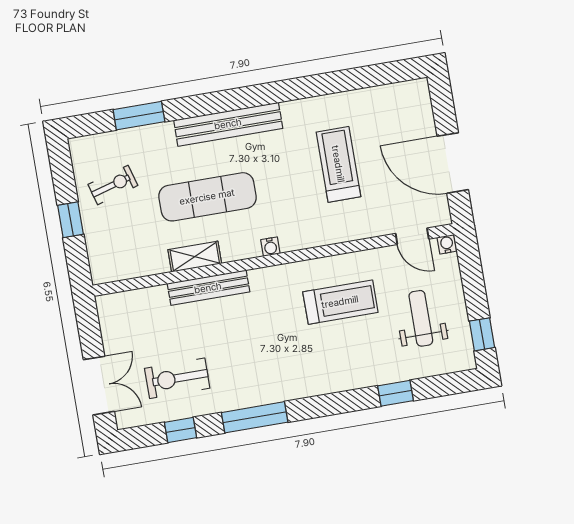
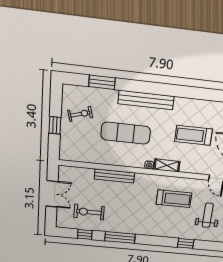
treadmill: (338, 164) -> (194, 135), turned -90
shelving: (195, 257) -> (167, 165), moved
double door: (99, 386) -> (52, 194), moved

